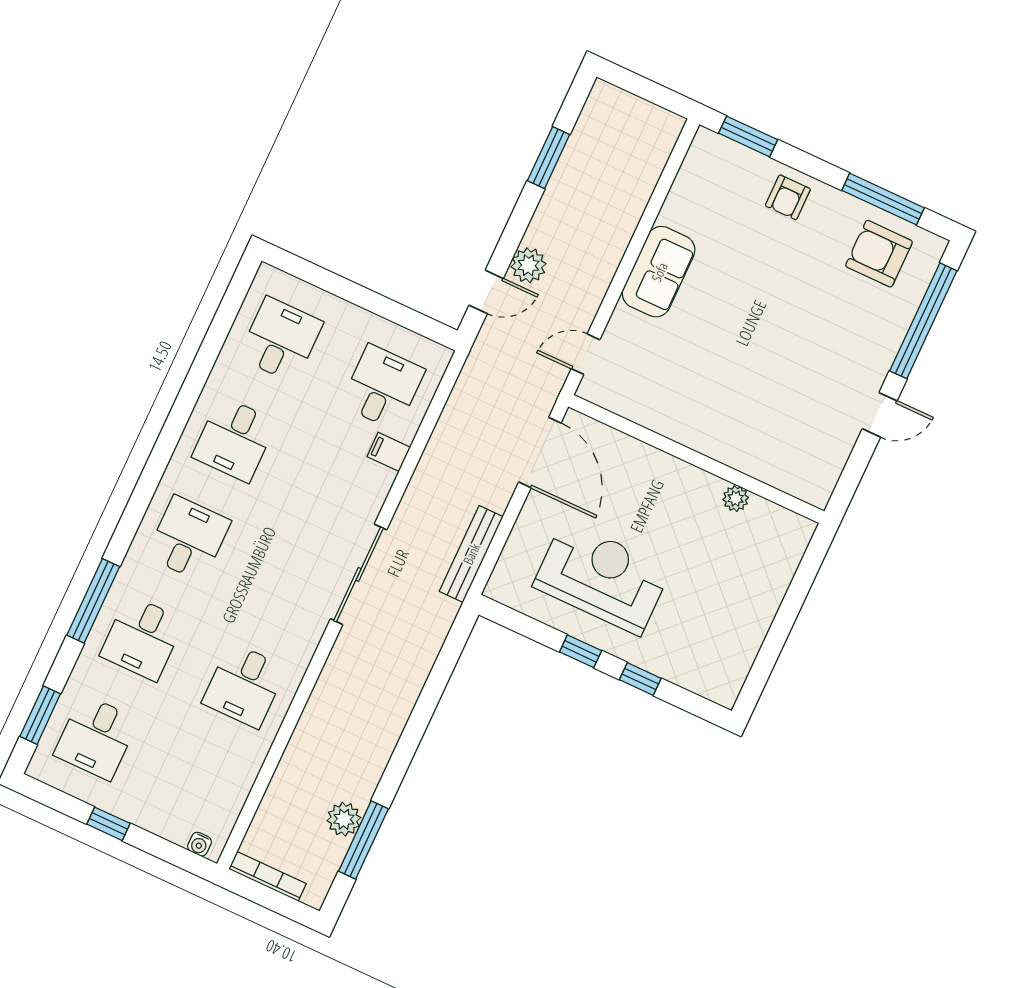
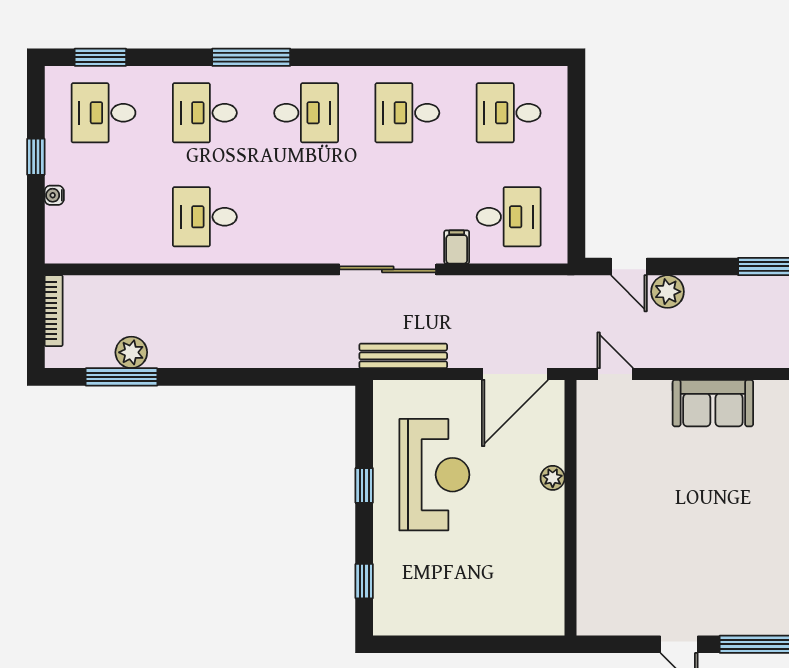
desk: (281, 340) -> (509, 113), turned 180
plant: (736, 499) -> (553, 478), moved
sliding door: (359, 574) -> (388, 269), moved
window: (93, 601) -> (251, 57), moved
window: (640, 679) -> (364, 581), moved
water cooler: (199, 844) -> (54, 195), moved

